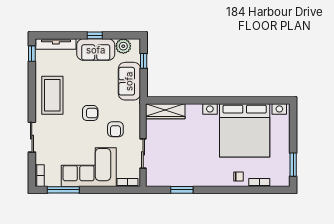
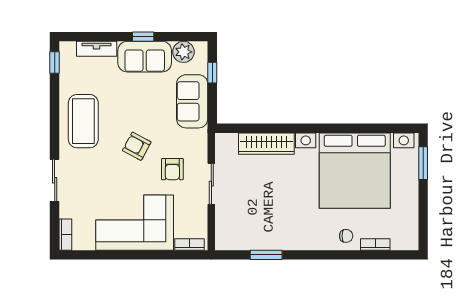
tv unit: (56, 44) -> (97, 49), width x0.71
wardrobe: (165, 111) -> (266, 144), moved
armchair: (90, 113) -> (137, 146), turned -152
sliding door: (143, 153) -> (211, 184), moved
window: (293, 165) -> (423, 163), moved
window: (63, 190) -> (99, 255), removed

